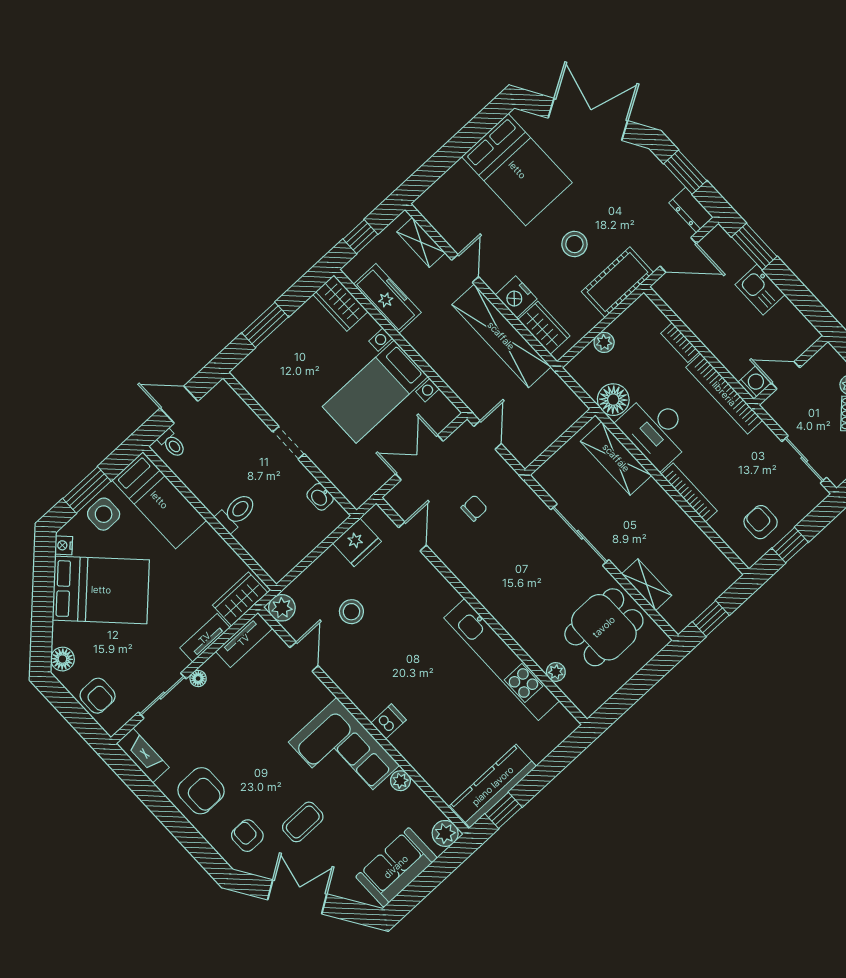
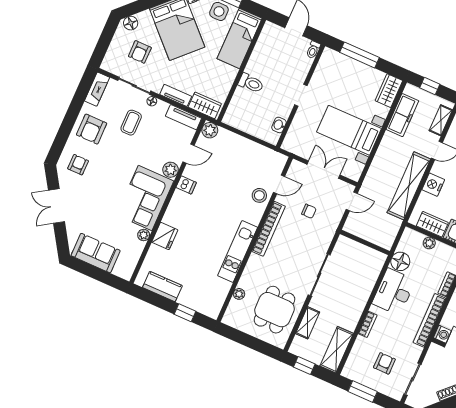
window: (265, 325) -> (359, 55), width x1.44
wardrobe: (544, 328) -> (432, 224), moved, turned -90
toilet: (172, 444) -> (313, 50), moved
shelving: (616, 458) -> (337, 350), moved
bookcase: (689, 493) -> (368, 324), width x0.64
armchair: (761, 522) -> (384, 363), moved
fridge: (357, 542) -> (165, 236), moved, turned -90
window: (790, 545) -> (363, 391), width x1.50
bookcase: (474, 582) -> (269, 229), added
stool: (351, 612) -> (259, 195), moved
dining table: (604, 627) -> (275, 310), turned 90
kitchen unit: (502, 659) -> (238, 251), width x0.73
armchair: (98, 696) -> (140, 52), moved
dishwasher: (389, 721) -> (186, 185), moved
kitchen counter: (493, 786) -> (162, 287), width x0.67
window: (504, 810) -> (185, 313), moved
coffee table: (303, 822) -> (131, 123), moved, turned 90
plant: (445, 833) -> (171, 170), moved
double door: (297, 897) -> (56, 206), swing flipped

